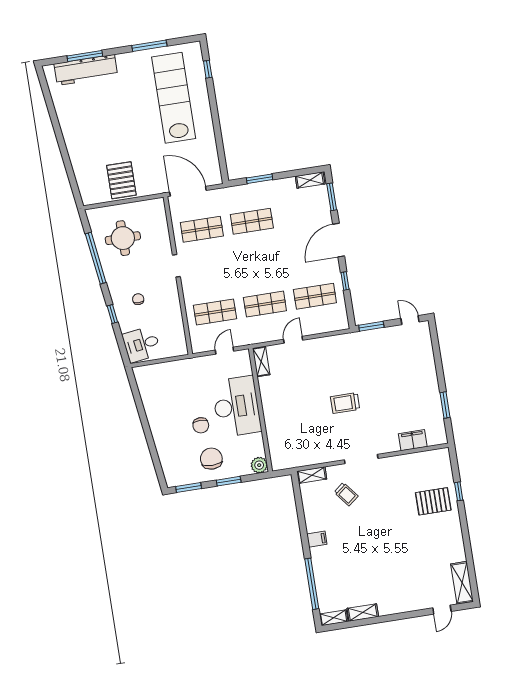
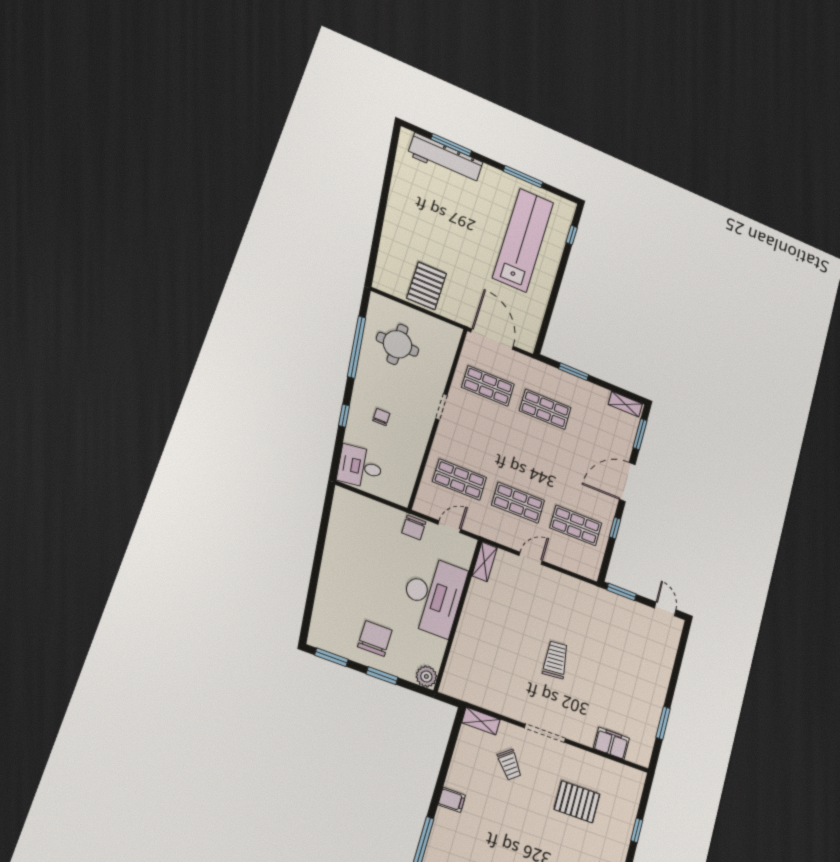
trolley: (345, 403) -> (556, 660), turned 85
chair: (201, 425) -> (414, 527), moved
pallet: (433, 501) -> (577, 802), moved

